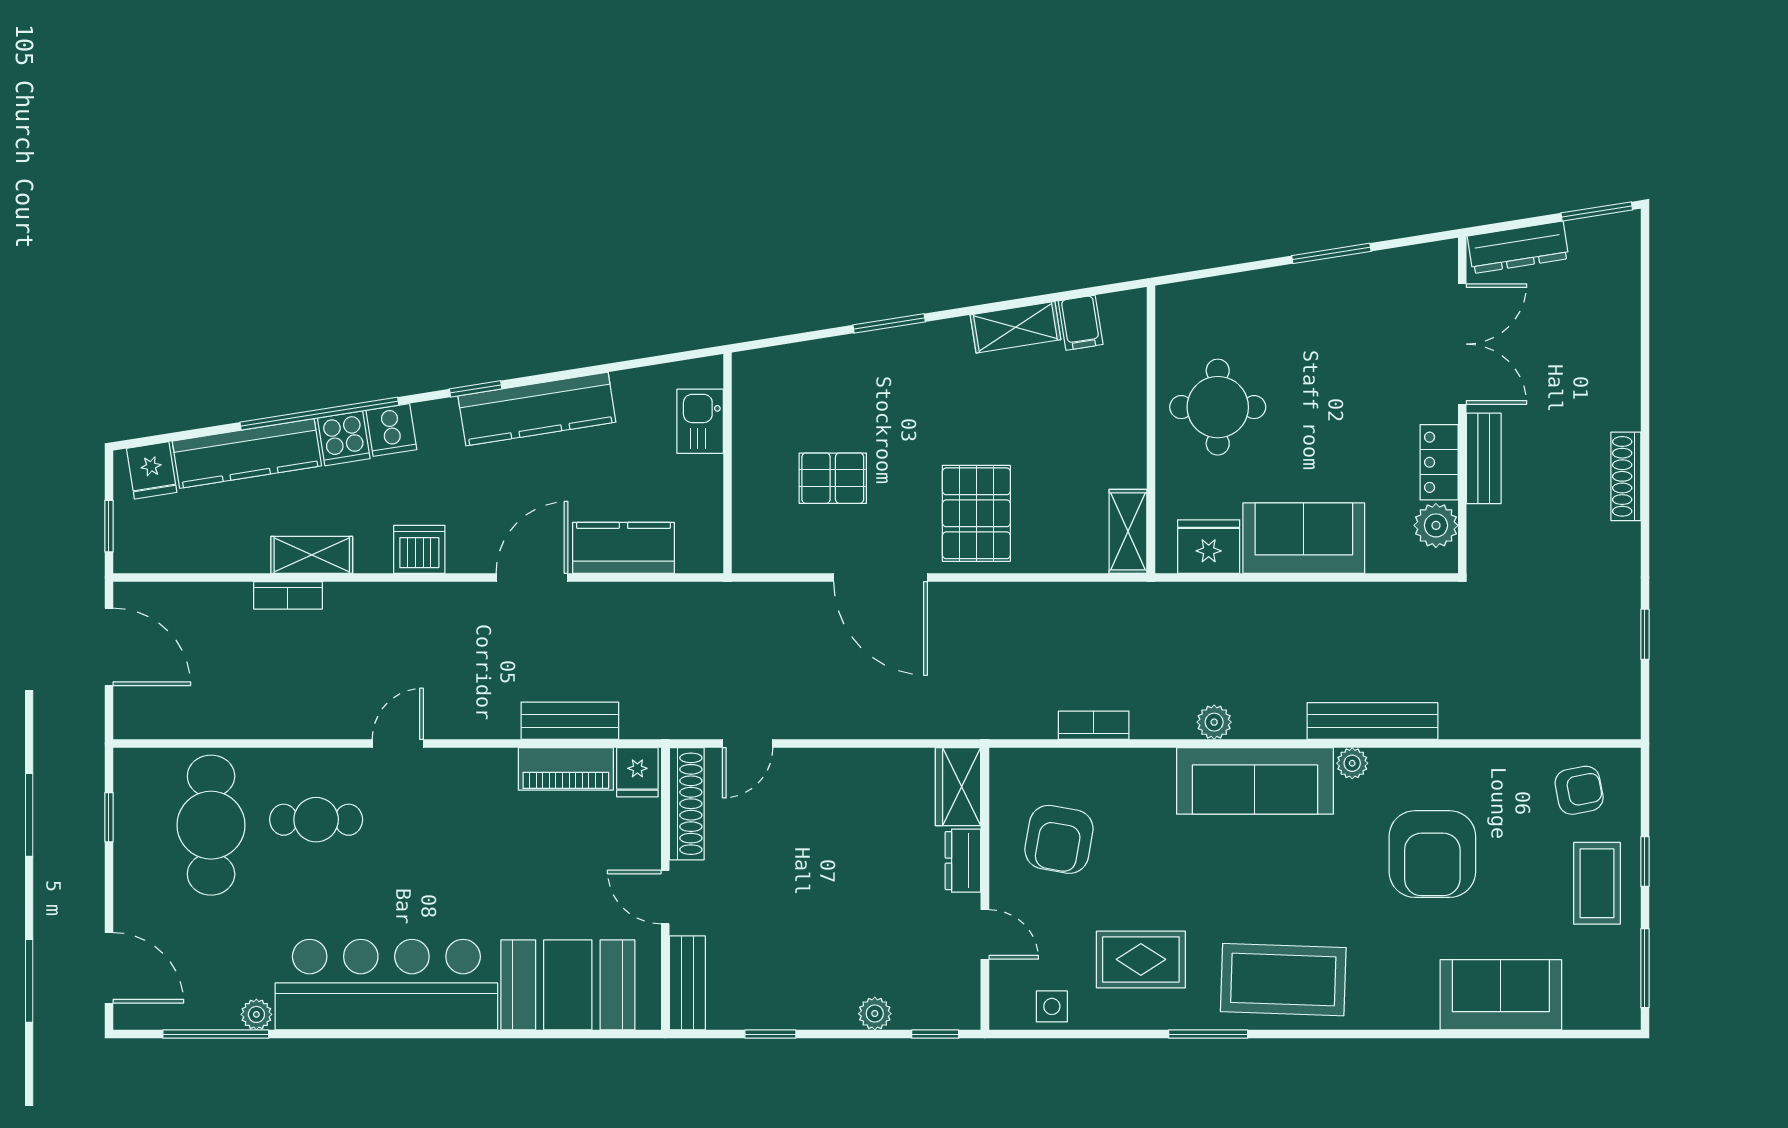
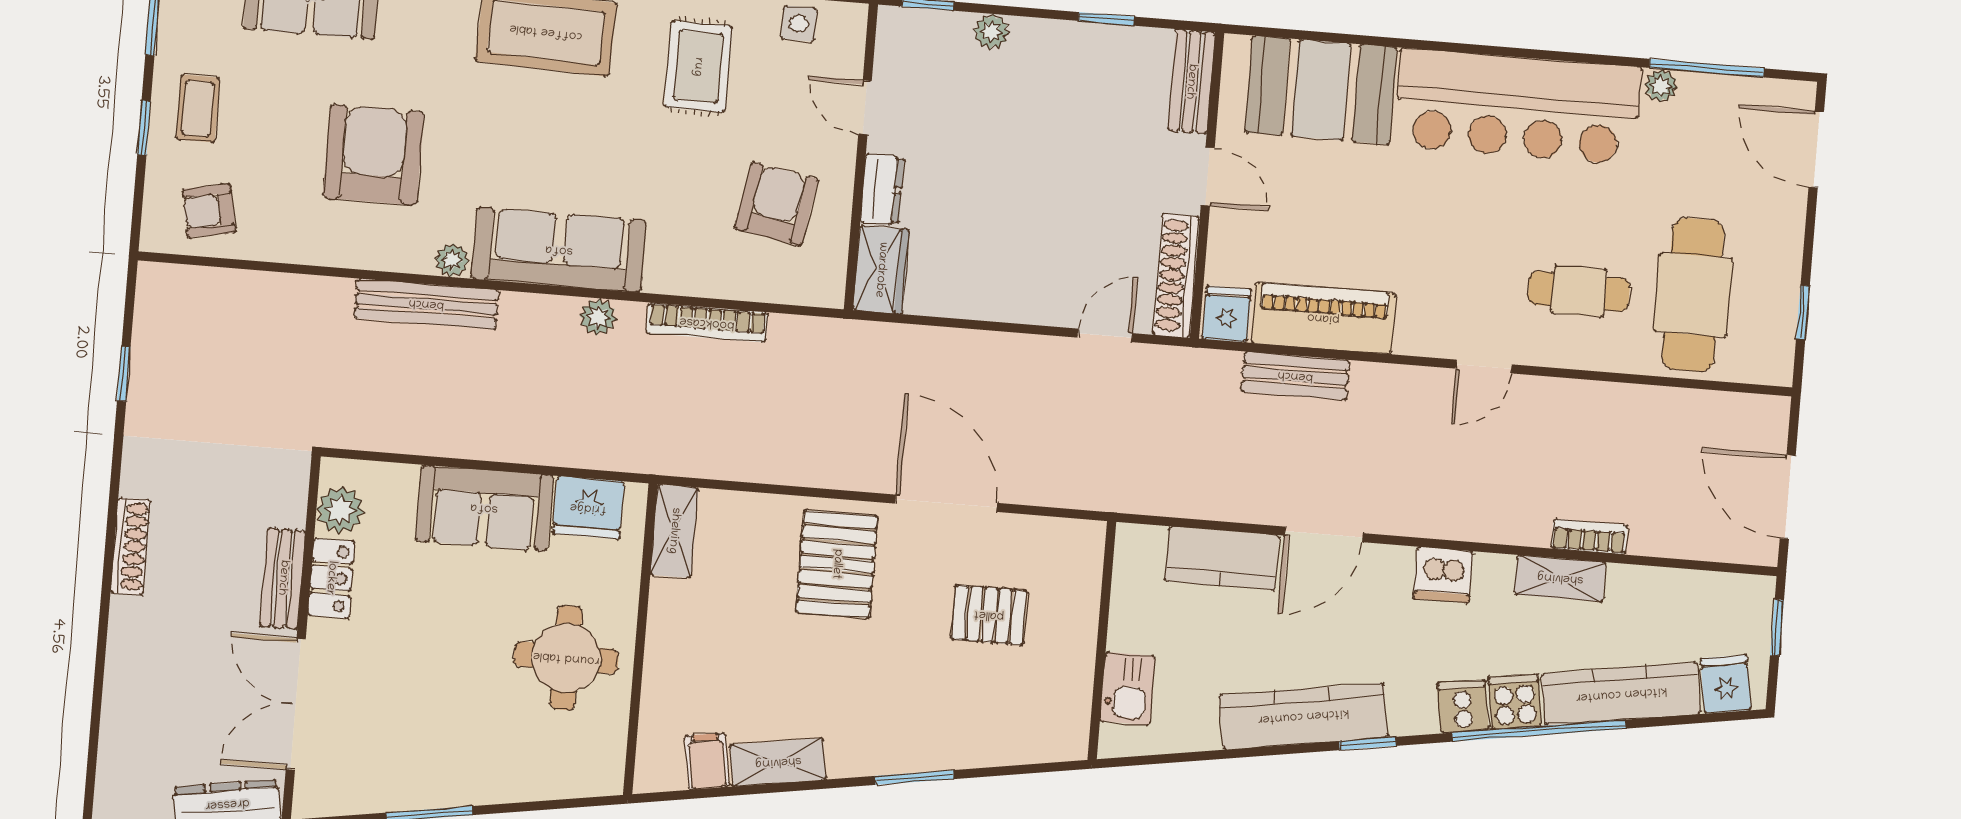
bookcase: (1094, 725) -> (707, 323), width x1.56
piano: (566, 769) -> (1323, 318), width x1.37, depth x1.33
coffee table: (1597, 883) -> (198, 108), width x0.73, depth x0.77
rug: (1141, 959) -> (698, 67), turned 90

